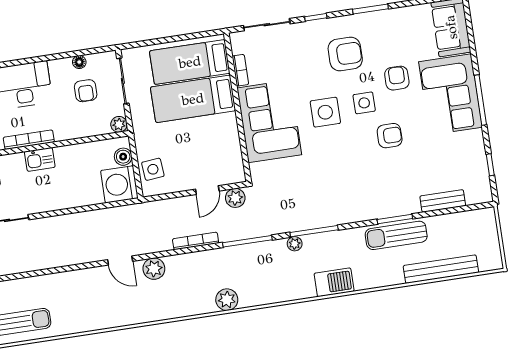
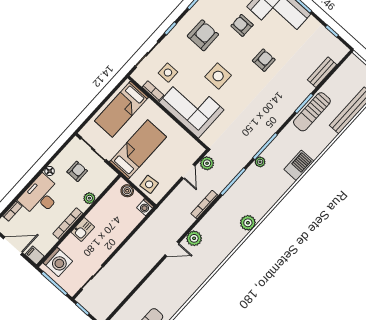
floor lamp: (79, 62) -> (50, 171), moved
armchair: (86, 91) -> (77, 171), turned -90
bed: (193, 99) -> (138, 149), moved, turned 180
side table: (364, 103) -> (168, 73), moved
plant: (119, 124) -> (89, 198), moved
washing machine: (119, 184) -> (145, 207), width x0.53, depth x0.53

